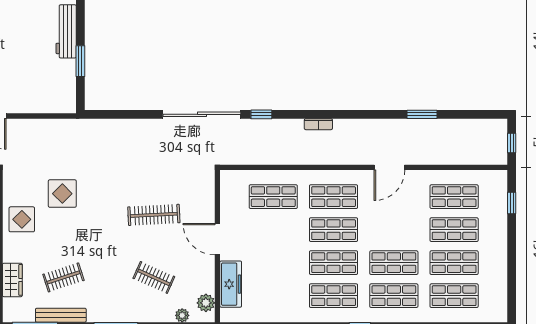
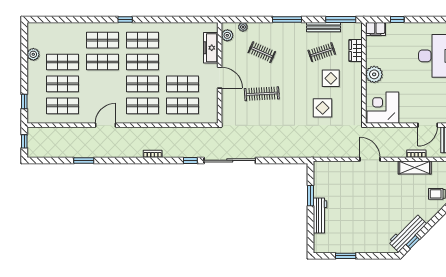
display table: (22, 219) -> (331, 78), moved
plant: (498, 274) -> (33, 54), added
shop shelf: (454, 296) -> (182, 84), moved

